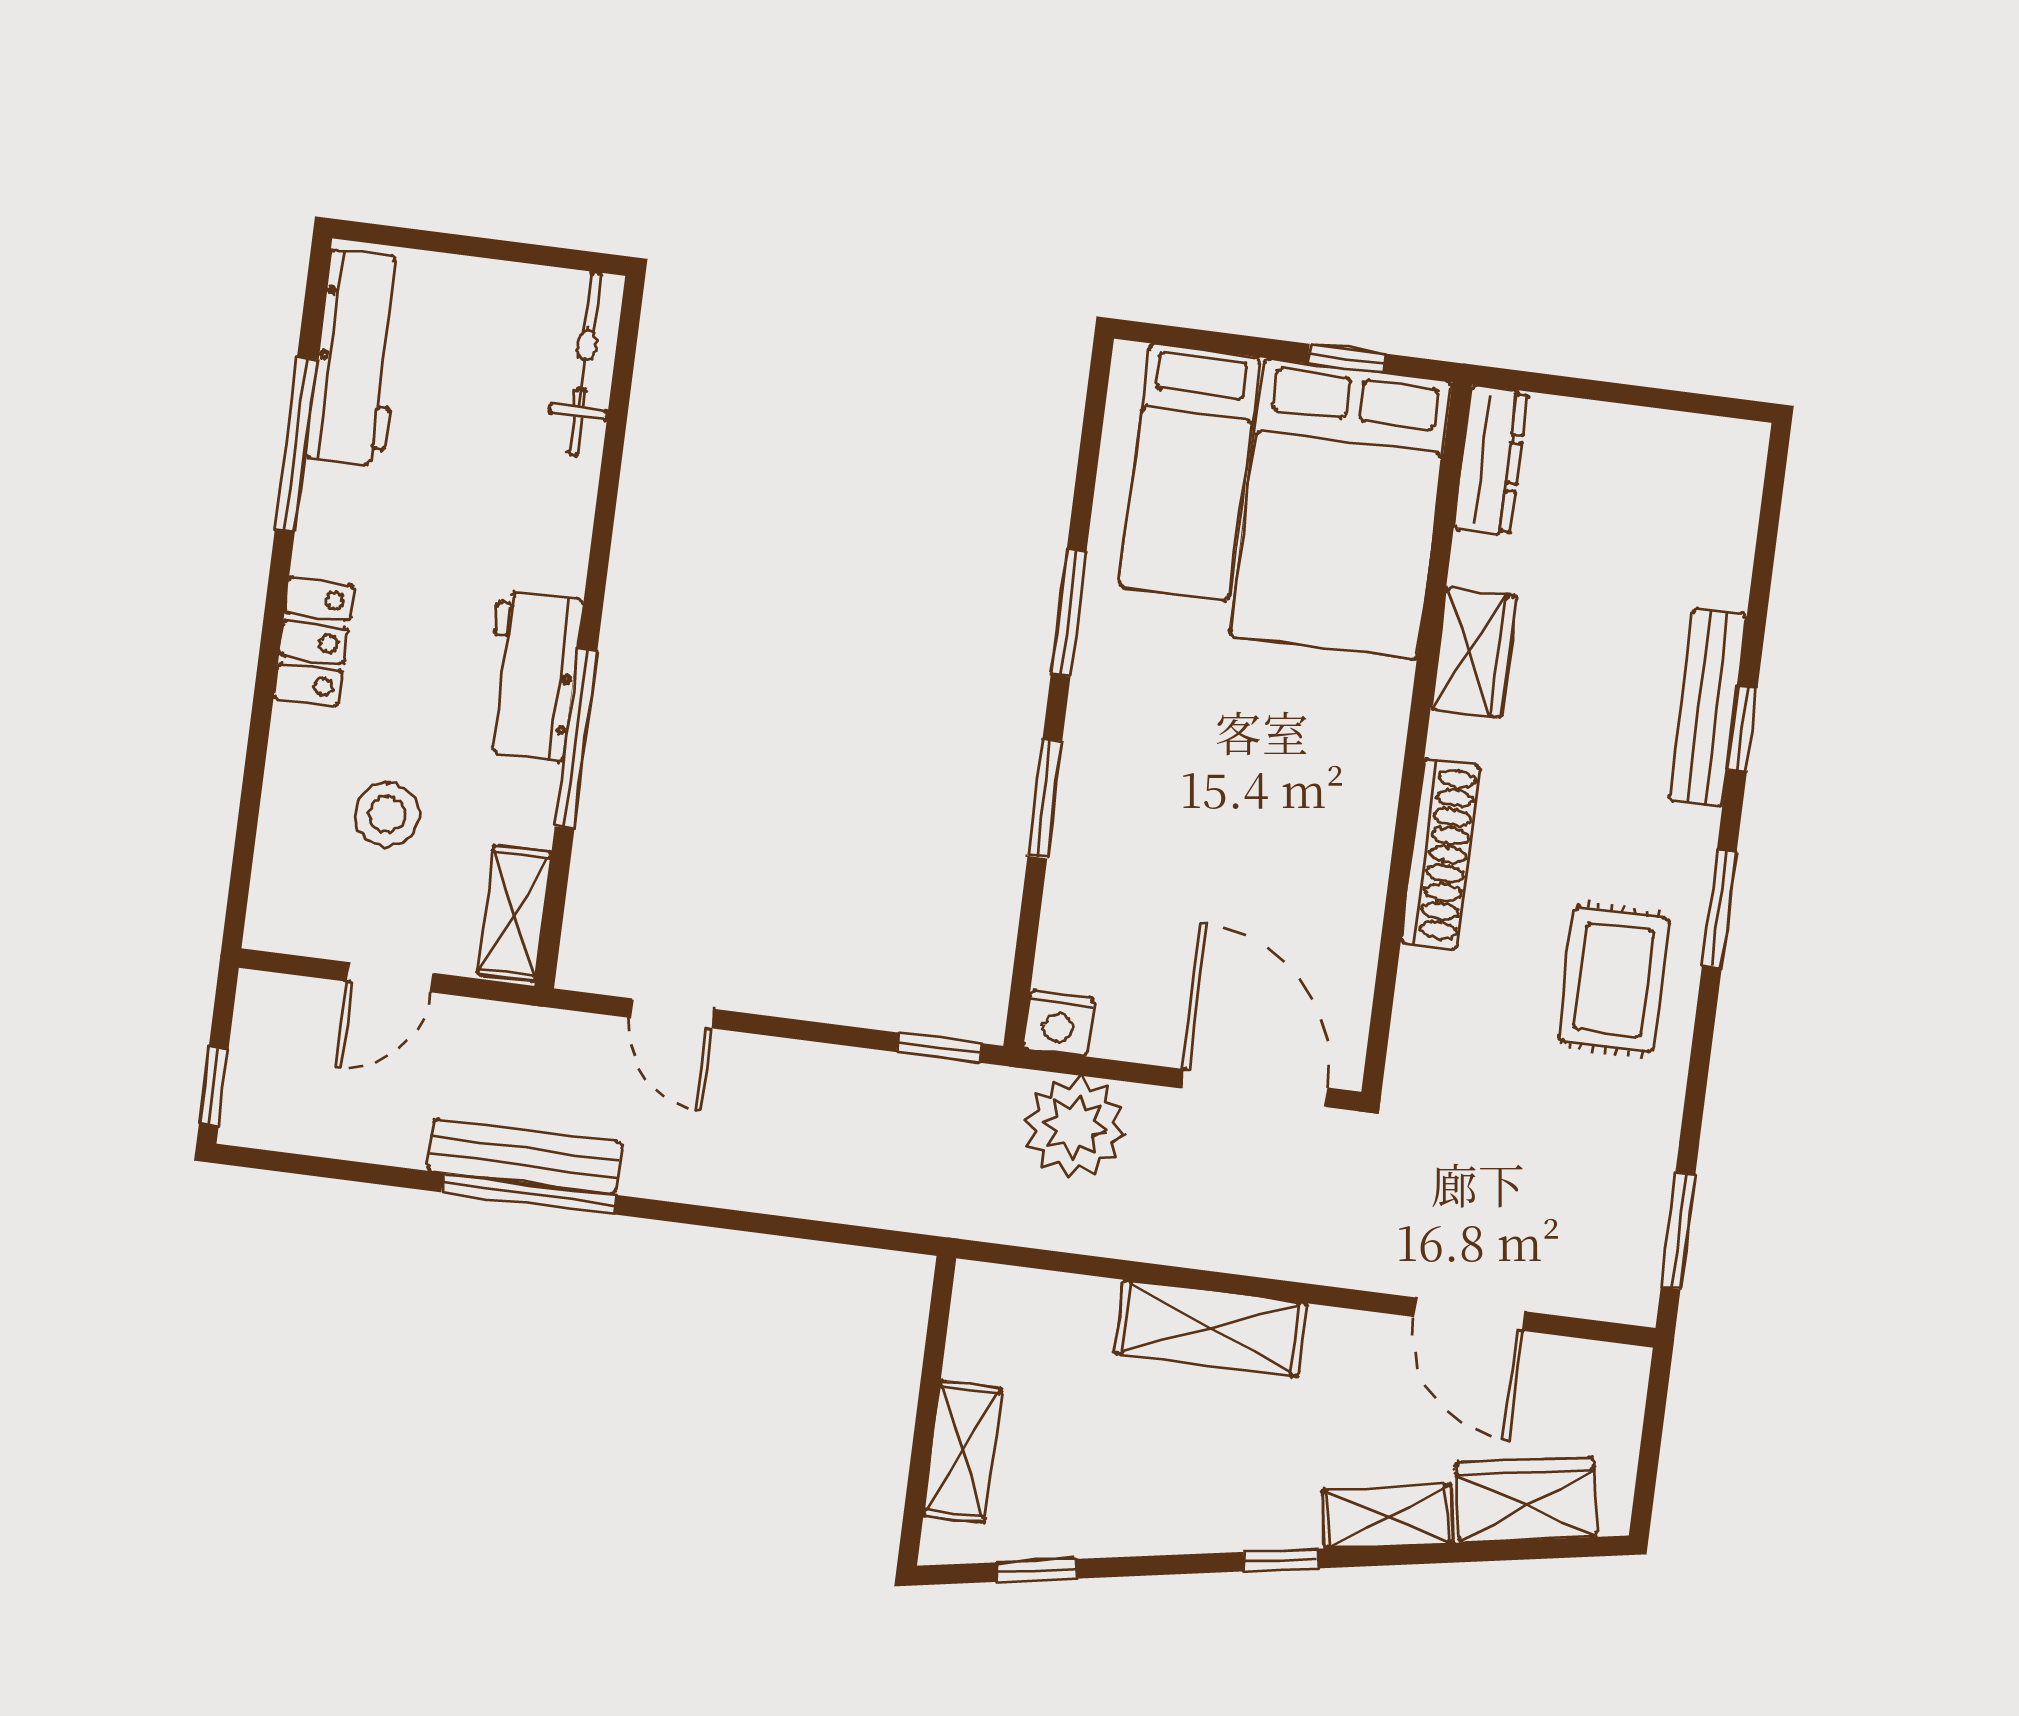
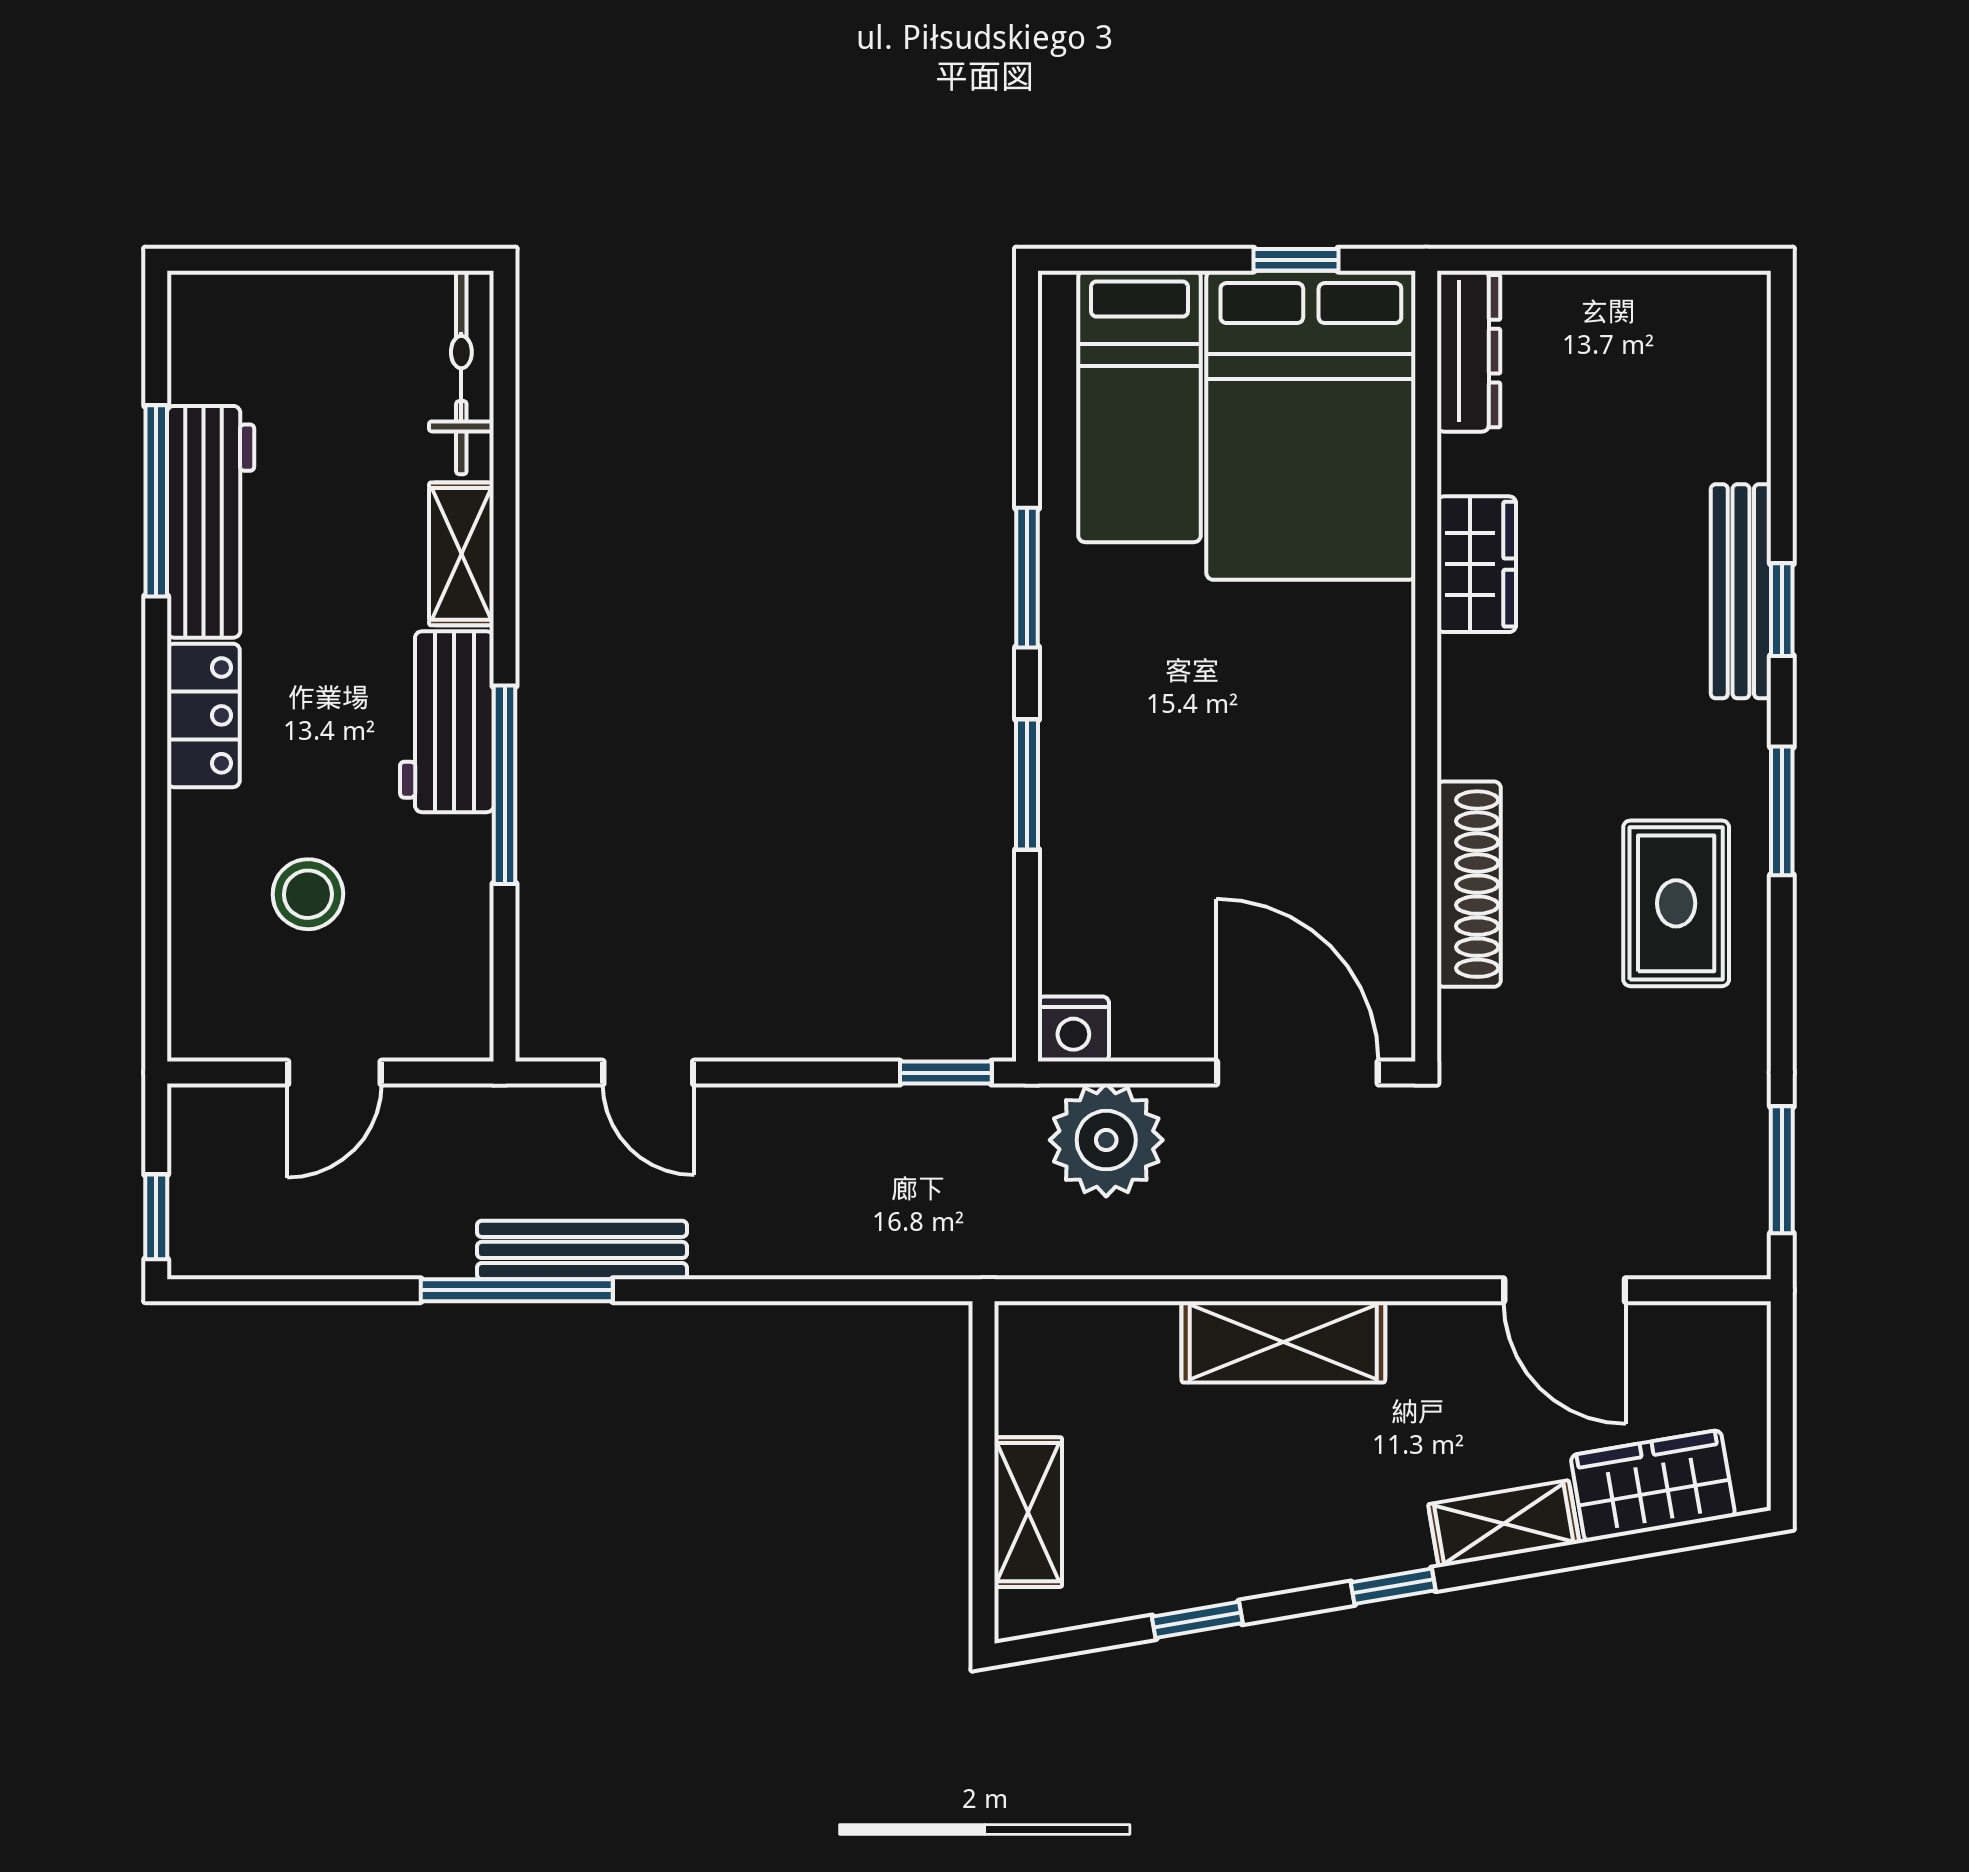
workbench: (357, 357) -> (211, 522), moved
shoe rack: (1441, 854) -> (1469, 884), moved
shelving: (514, 913) -> (461, 554), moved
bench: (525, 1156) -> (582, 1250), moved
window: (1037, 1570) -> (1197, 1620), moved

